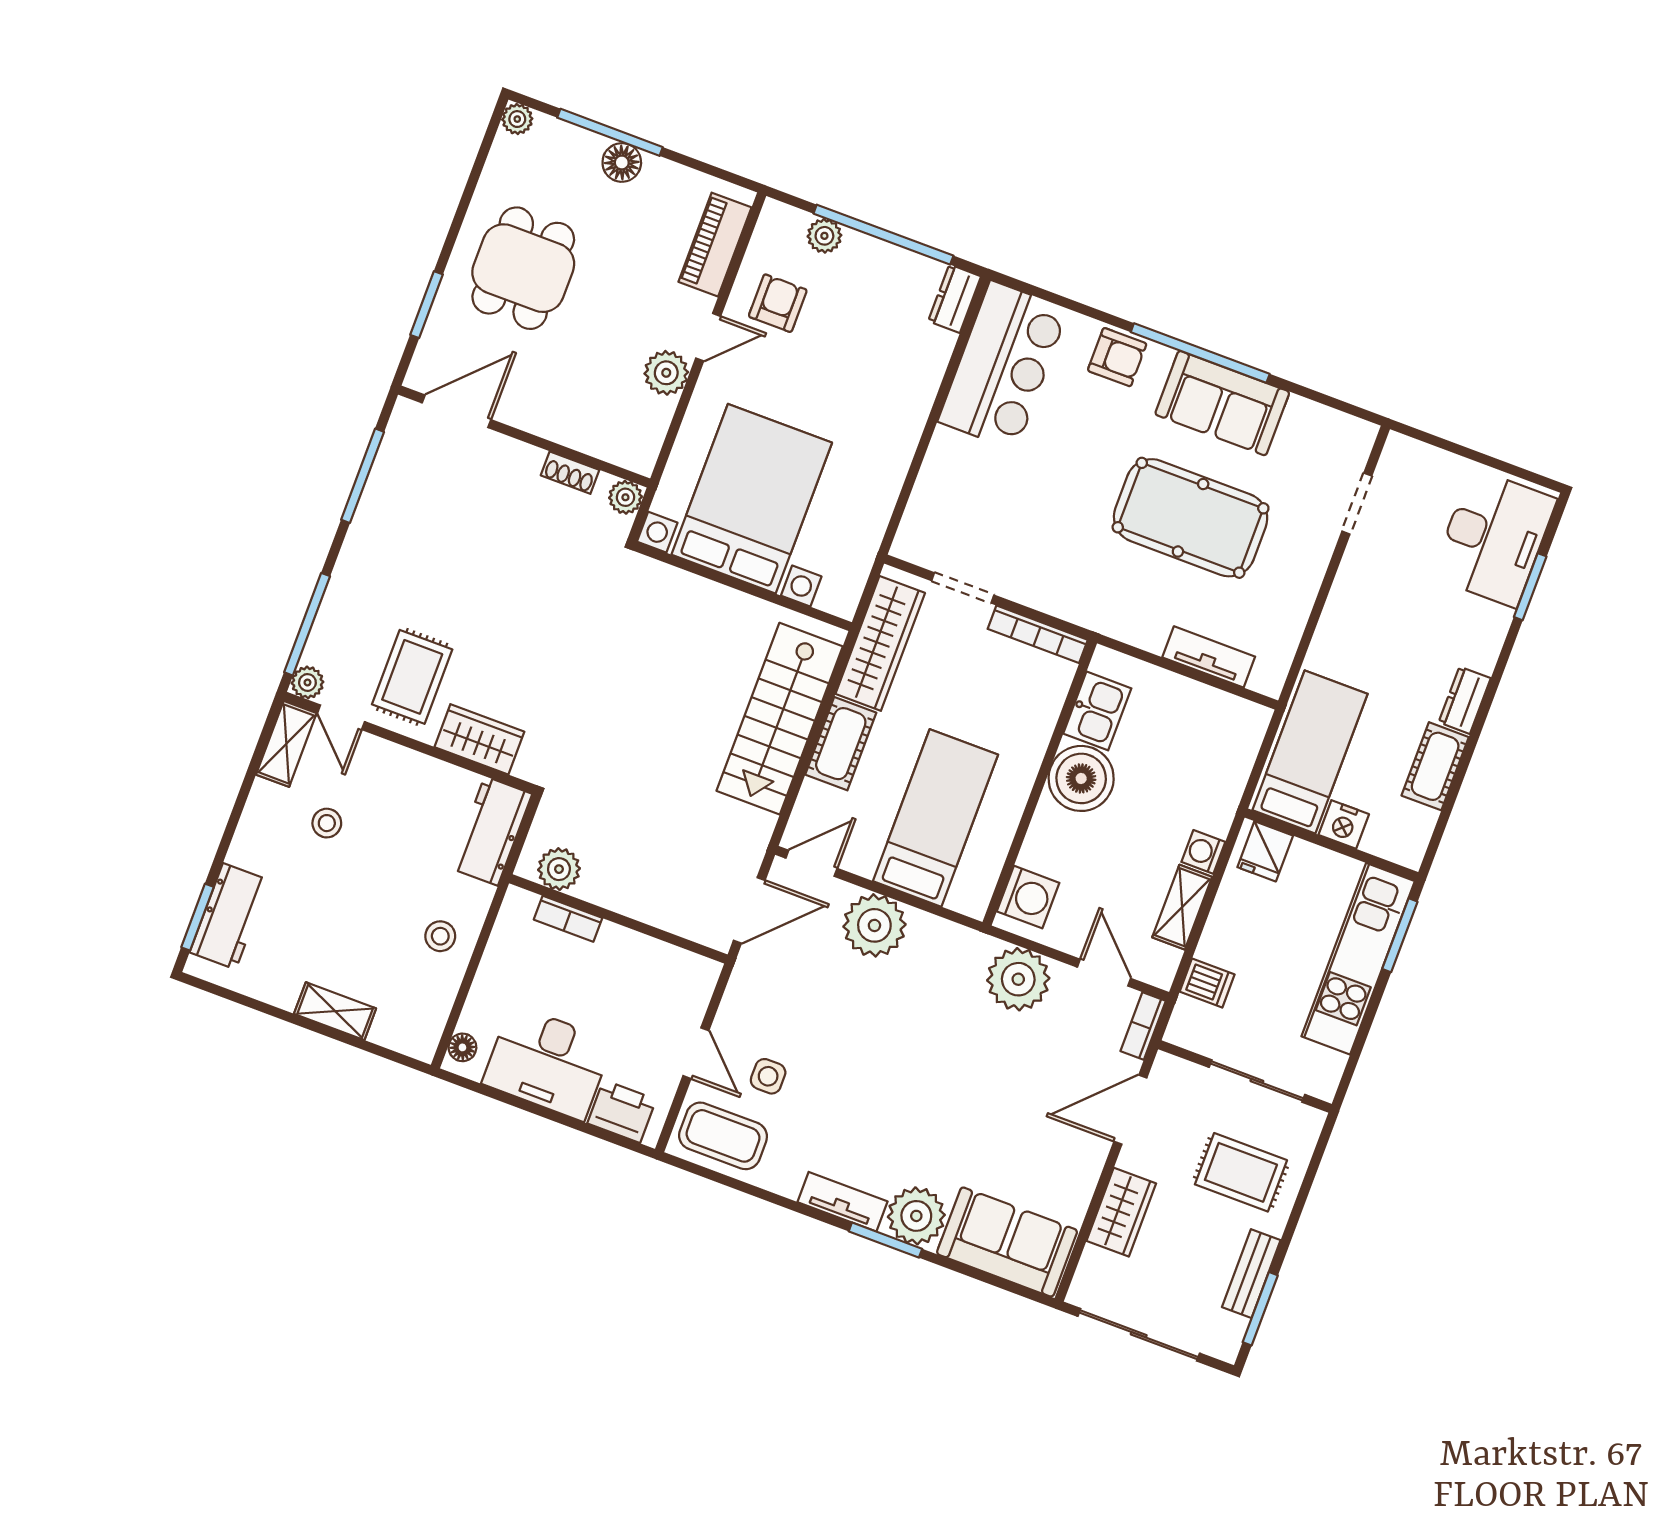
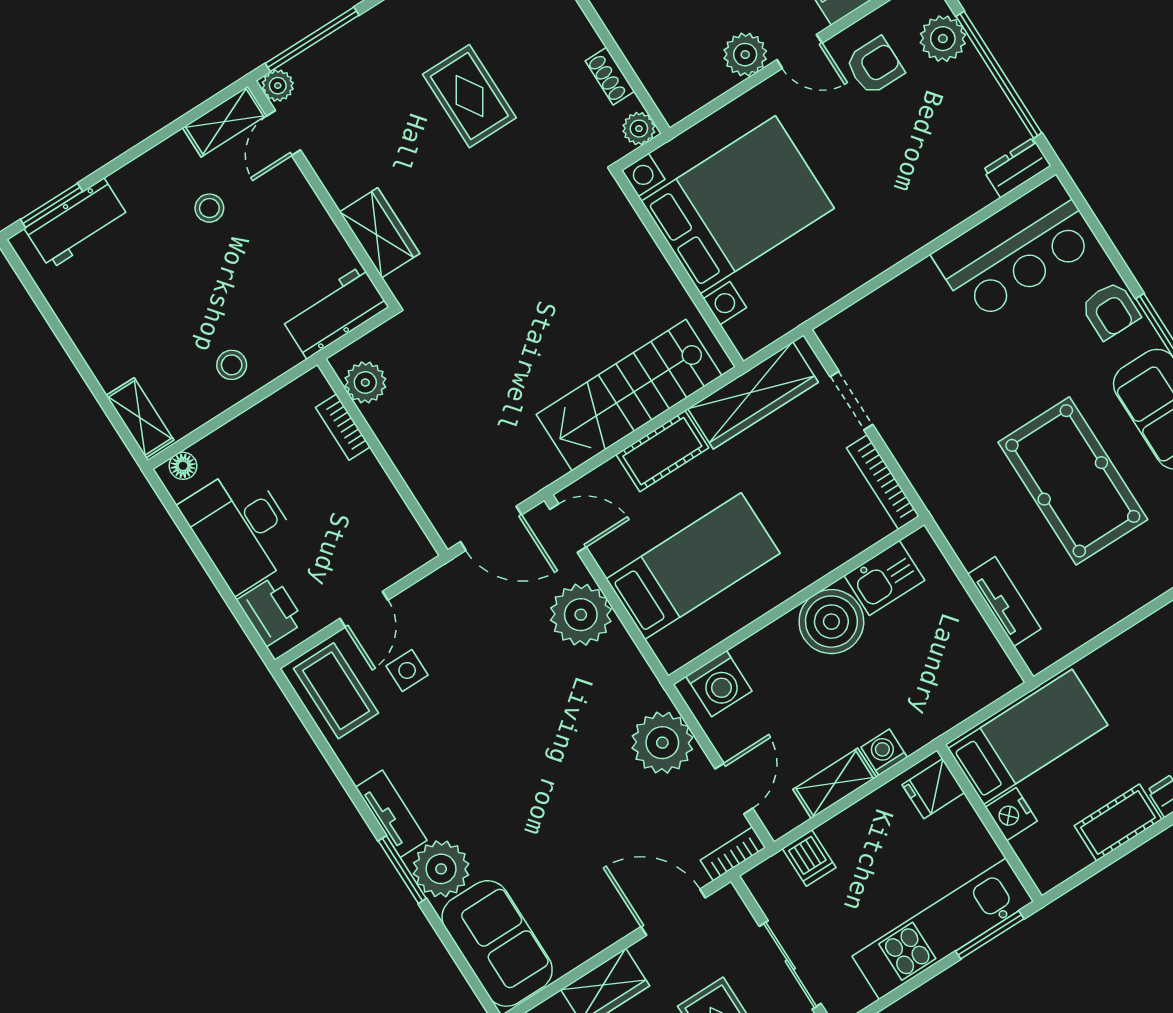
plant: (824, 236) -> (943, 39), width x1.38, depth x1.38
rug: (412, 677) -> (469, 96), moved, turned 90
shelving: (335, 1011) -> (140, 418), moved

